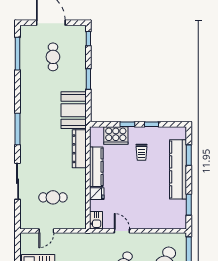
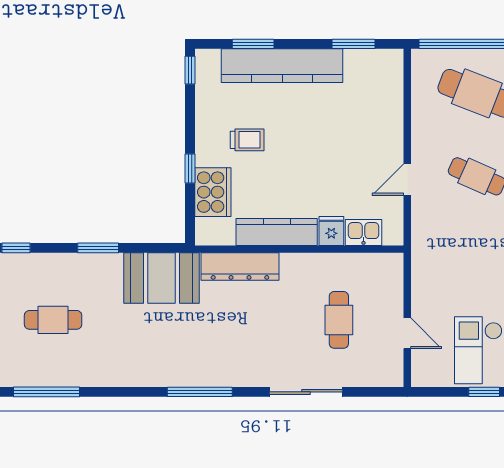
window: (152, 124) -> (190, 70), moved
kitchen sink: (96, 220) -> (364, 232), moved

